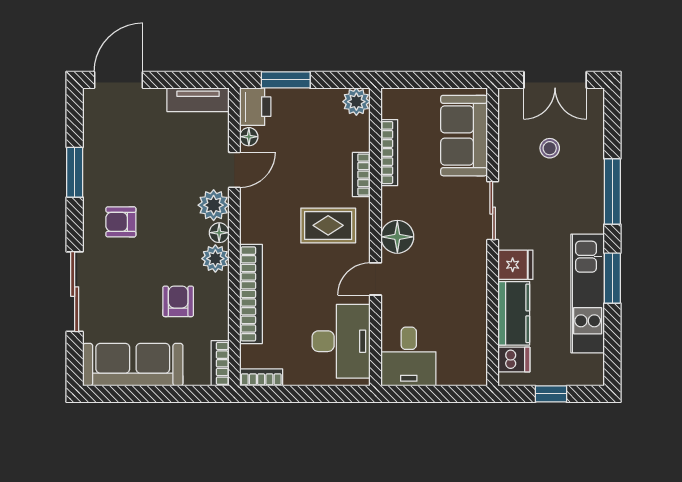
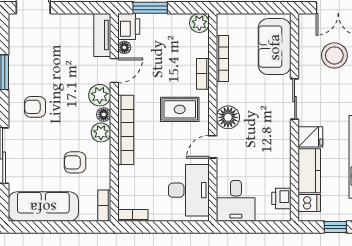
tv unit: (198, 100) -> (102, 35), moved, turned 90
stool: (550, 148) -> (334, 55), width x1.89, depth x1.89
bookcase: (251, 294) -> (126, 130), moved
armchair: (178, 301) -> (75, 162), turned -90
printer: (474, 353) -> (281, 198), added

